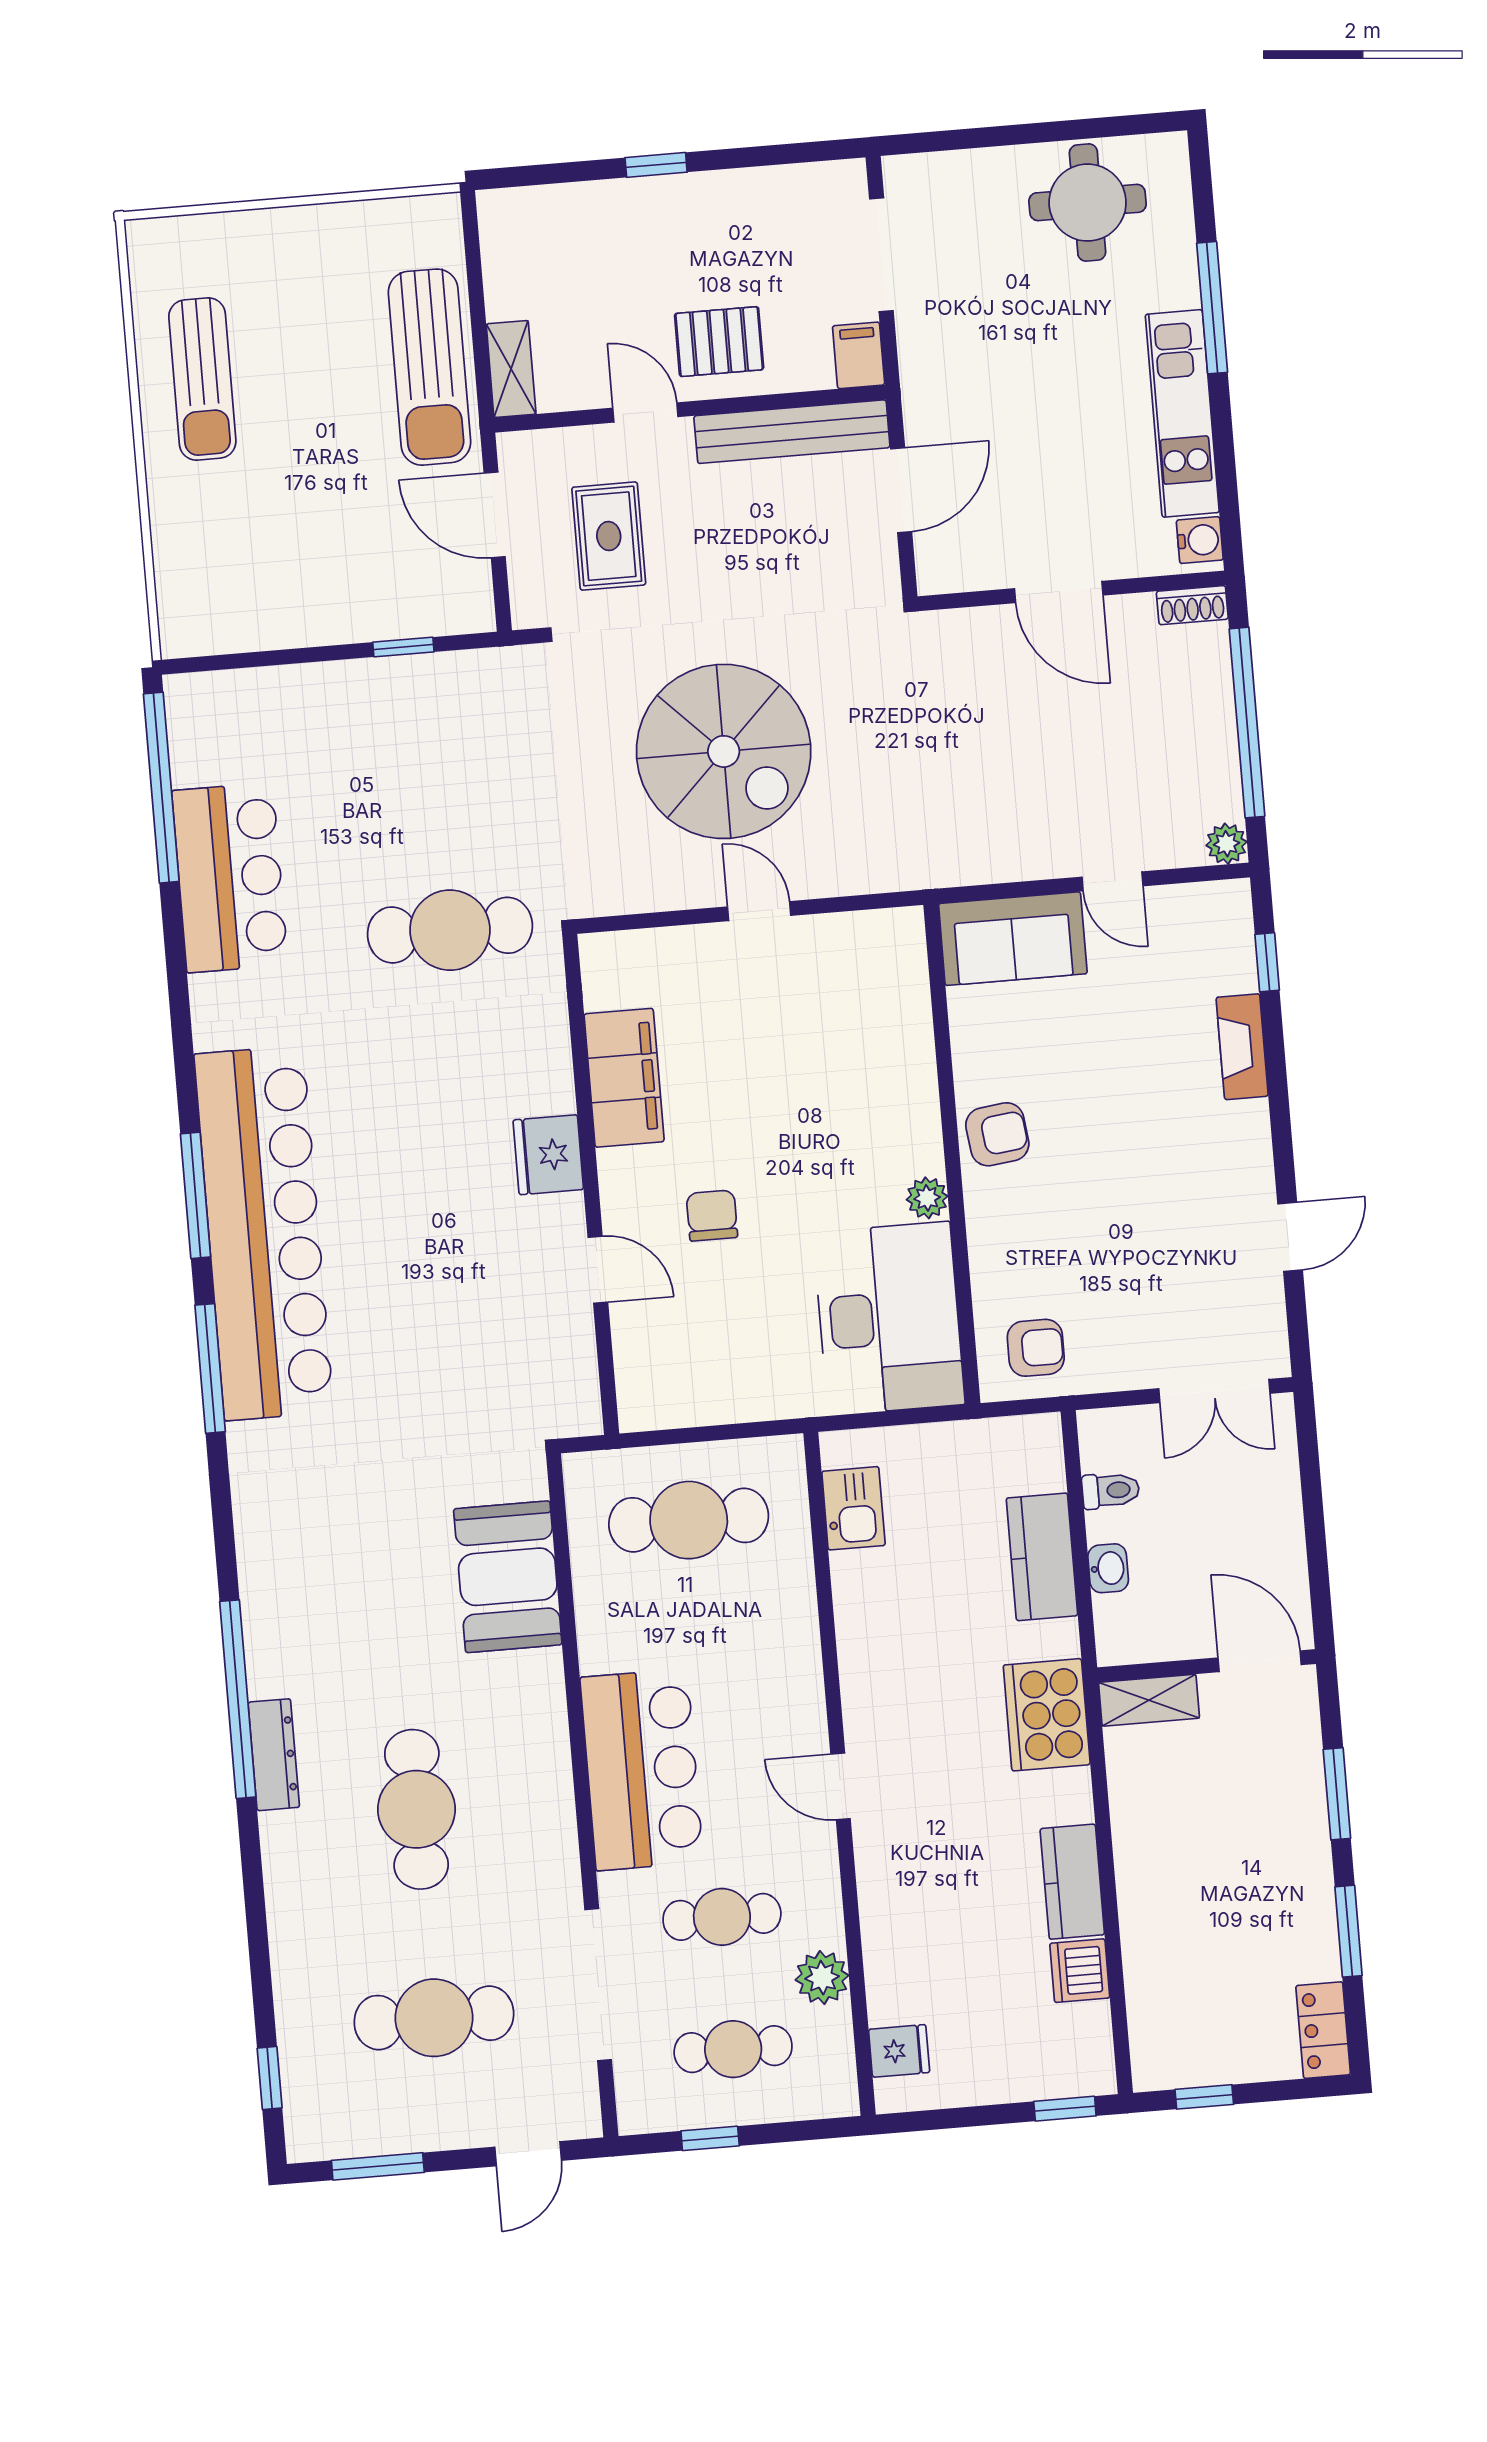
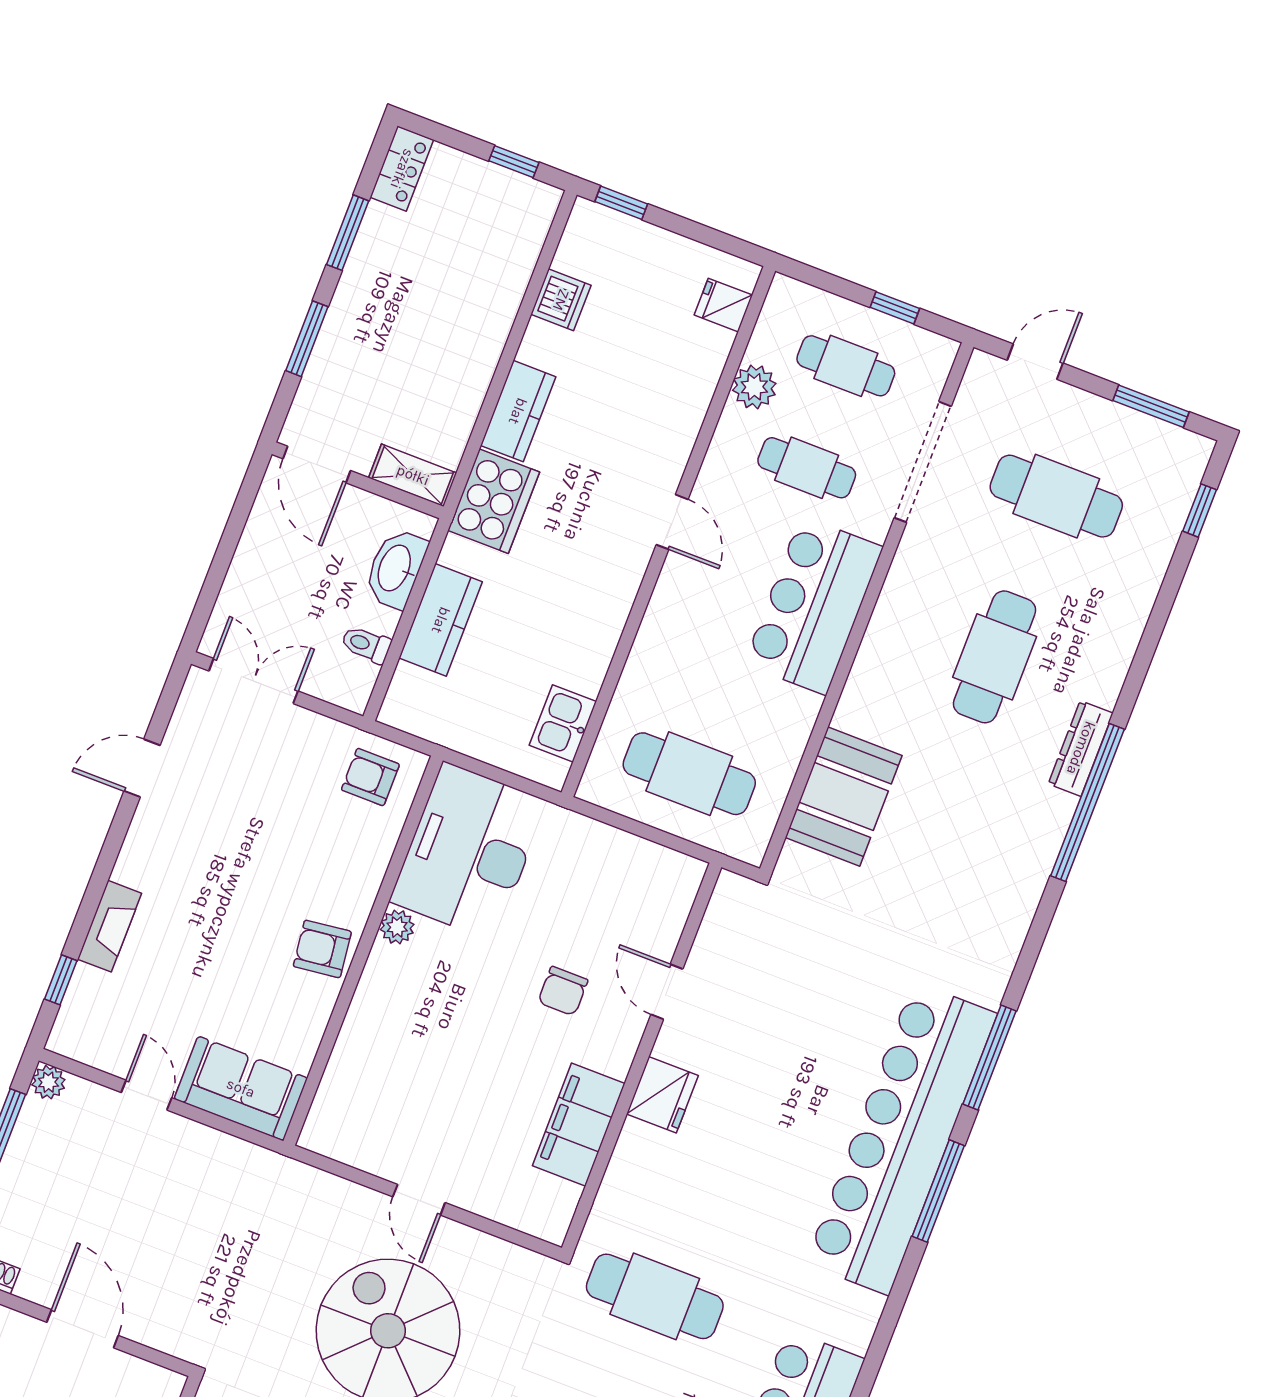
washbasin: (1108, 1568) -> (396, 568), width x1.91, depth x1.45
kitchen counter: (1072, 1882) -> (518, 411), moved

